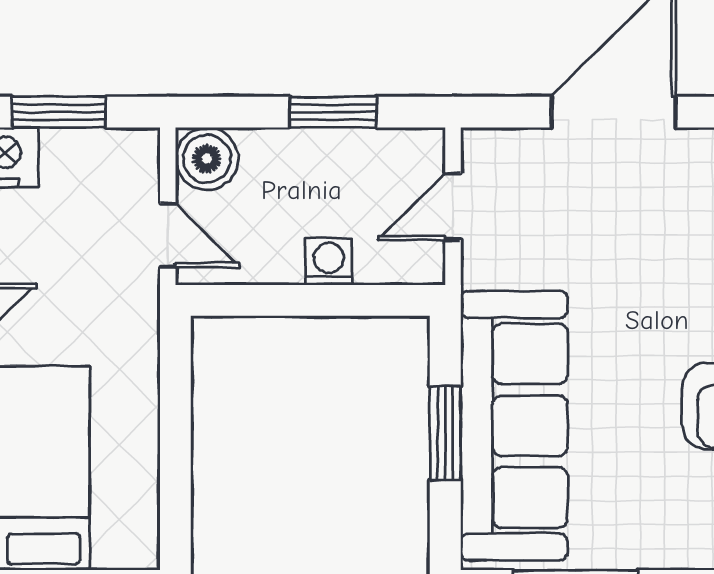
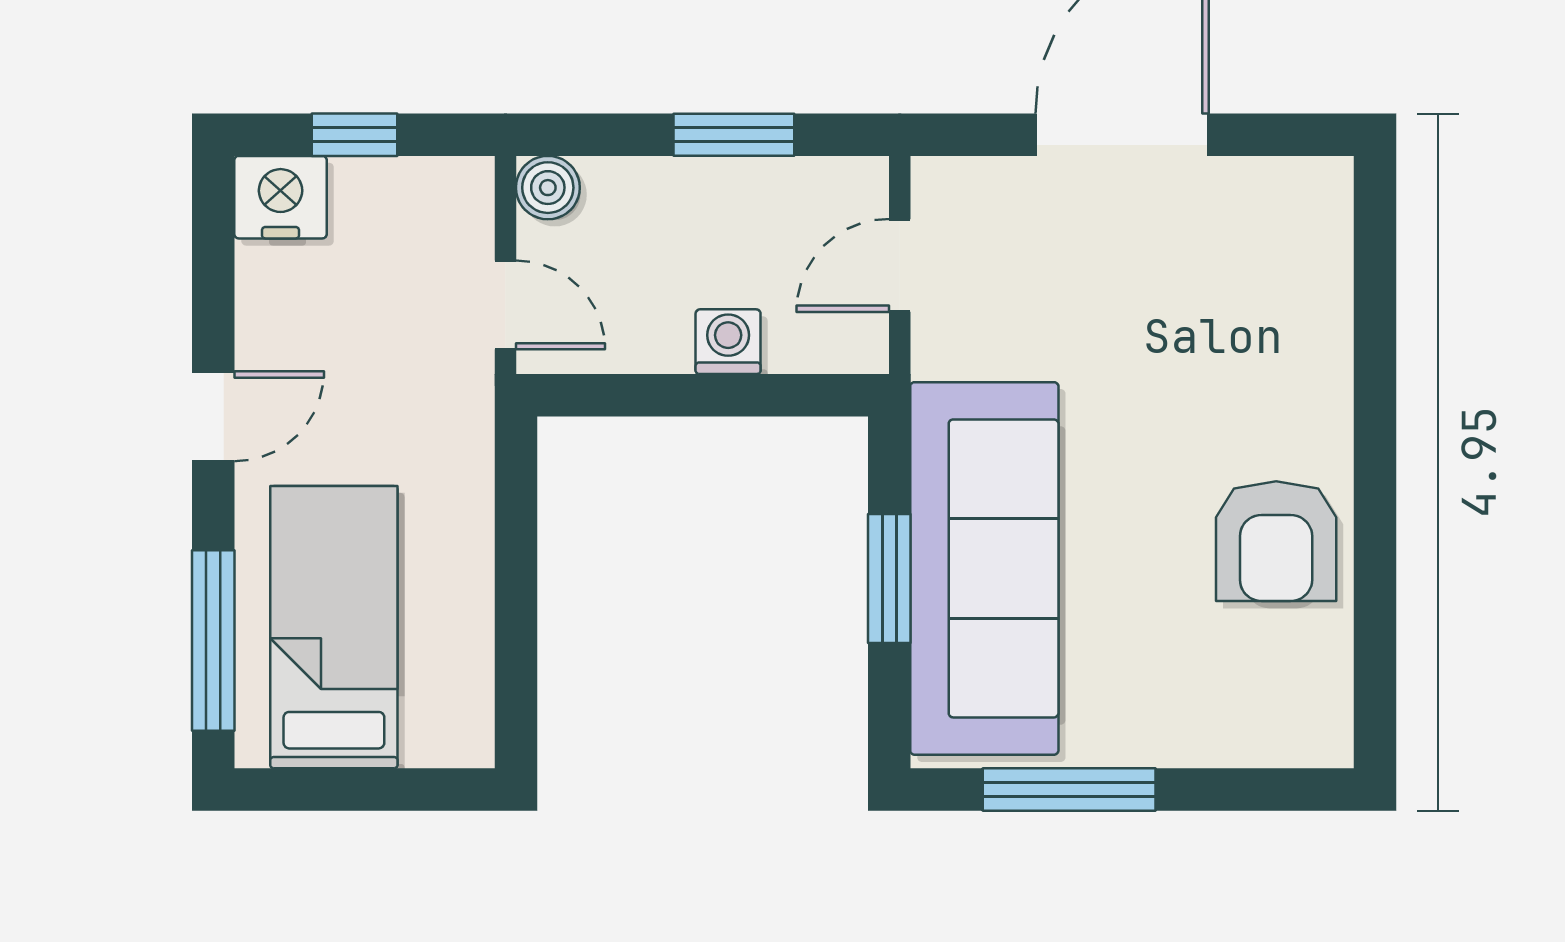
window: (59, 112) -> (355, 135), width x0.67
boiler: (207, 159) -> (548, 188), width x0.73, depth x0.73

